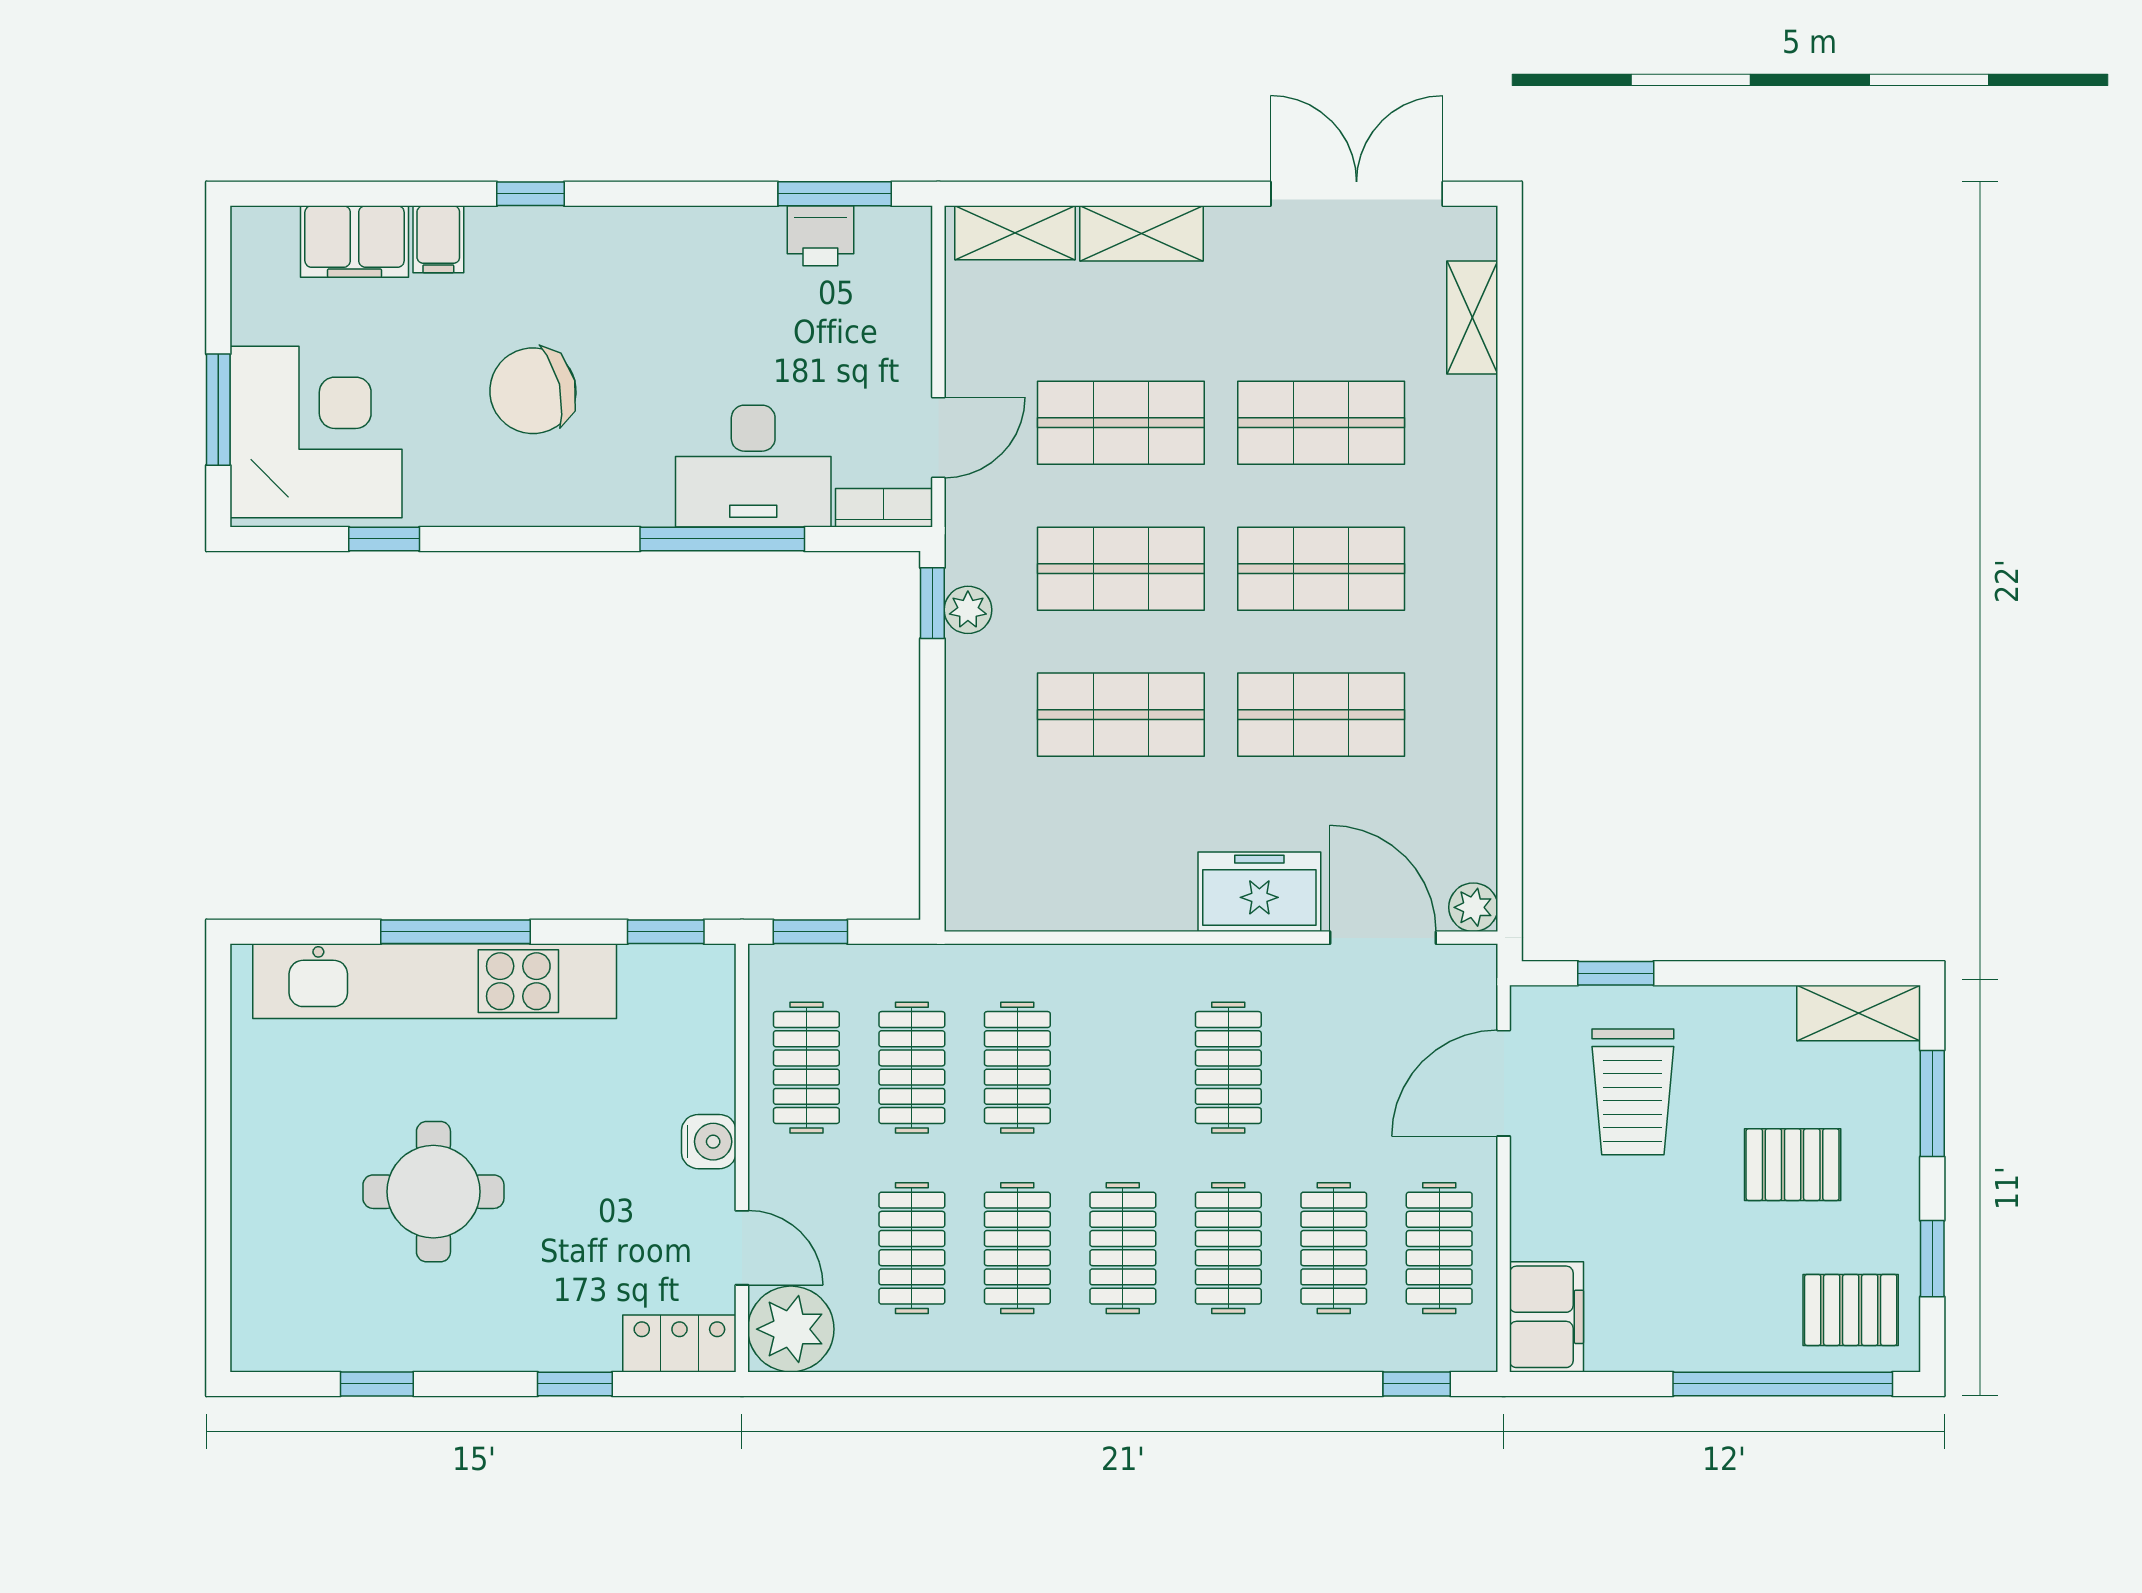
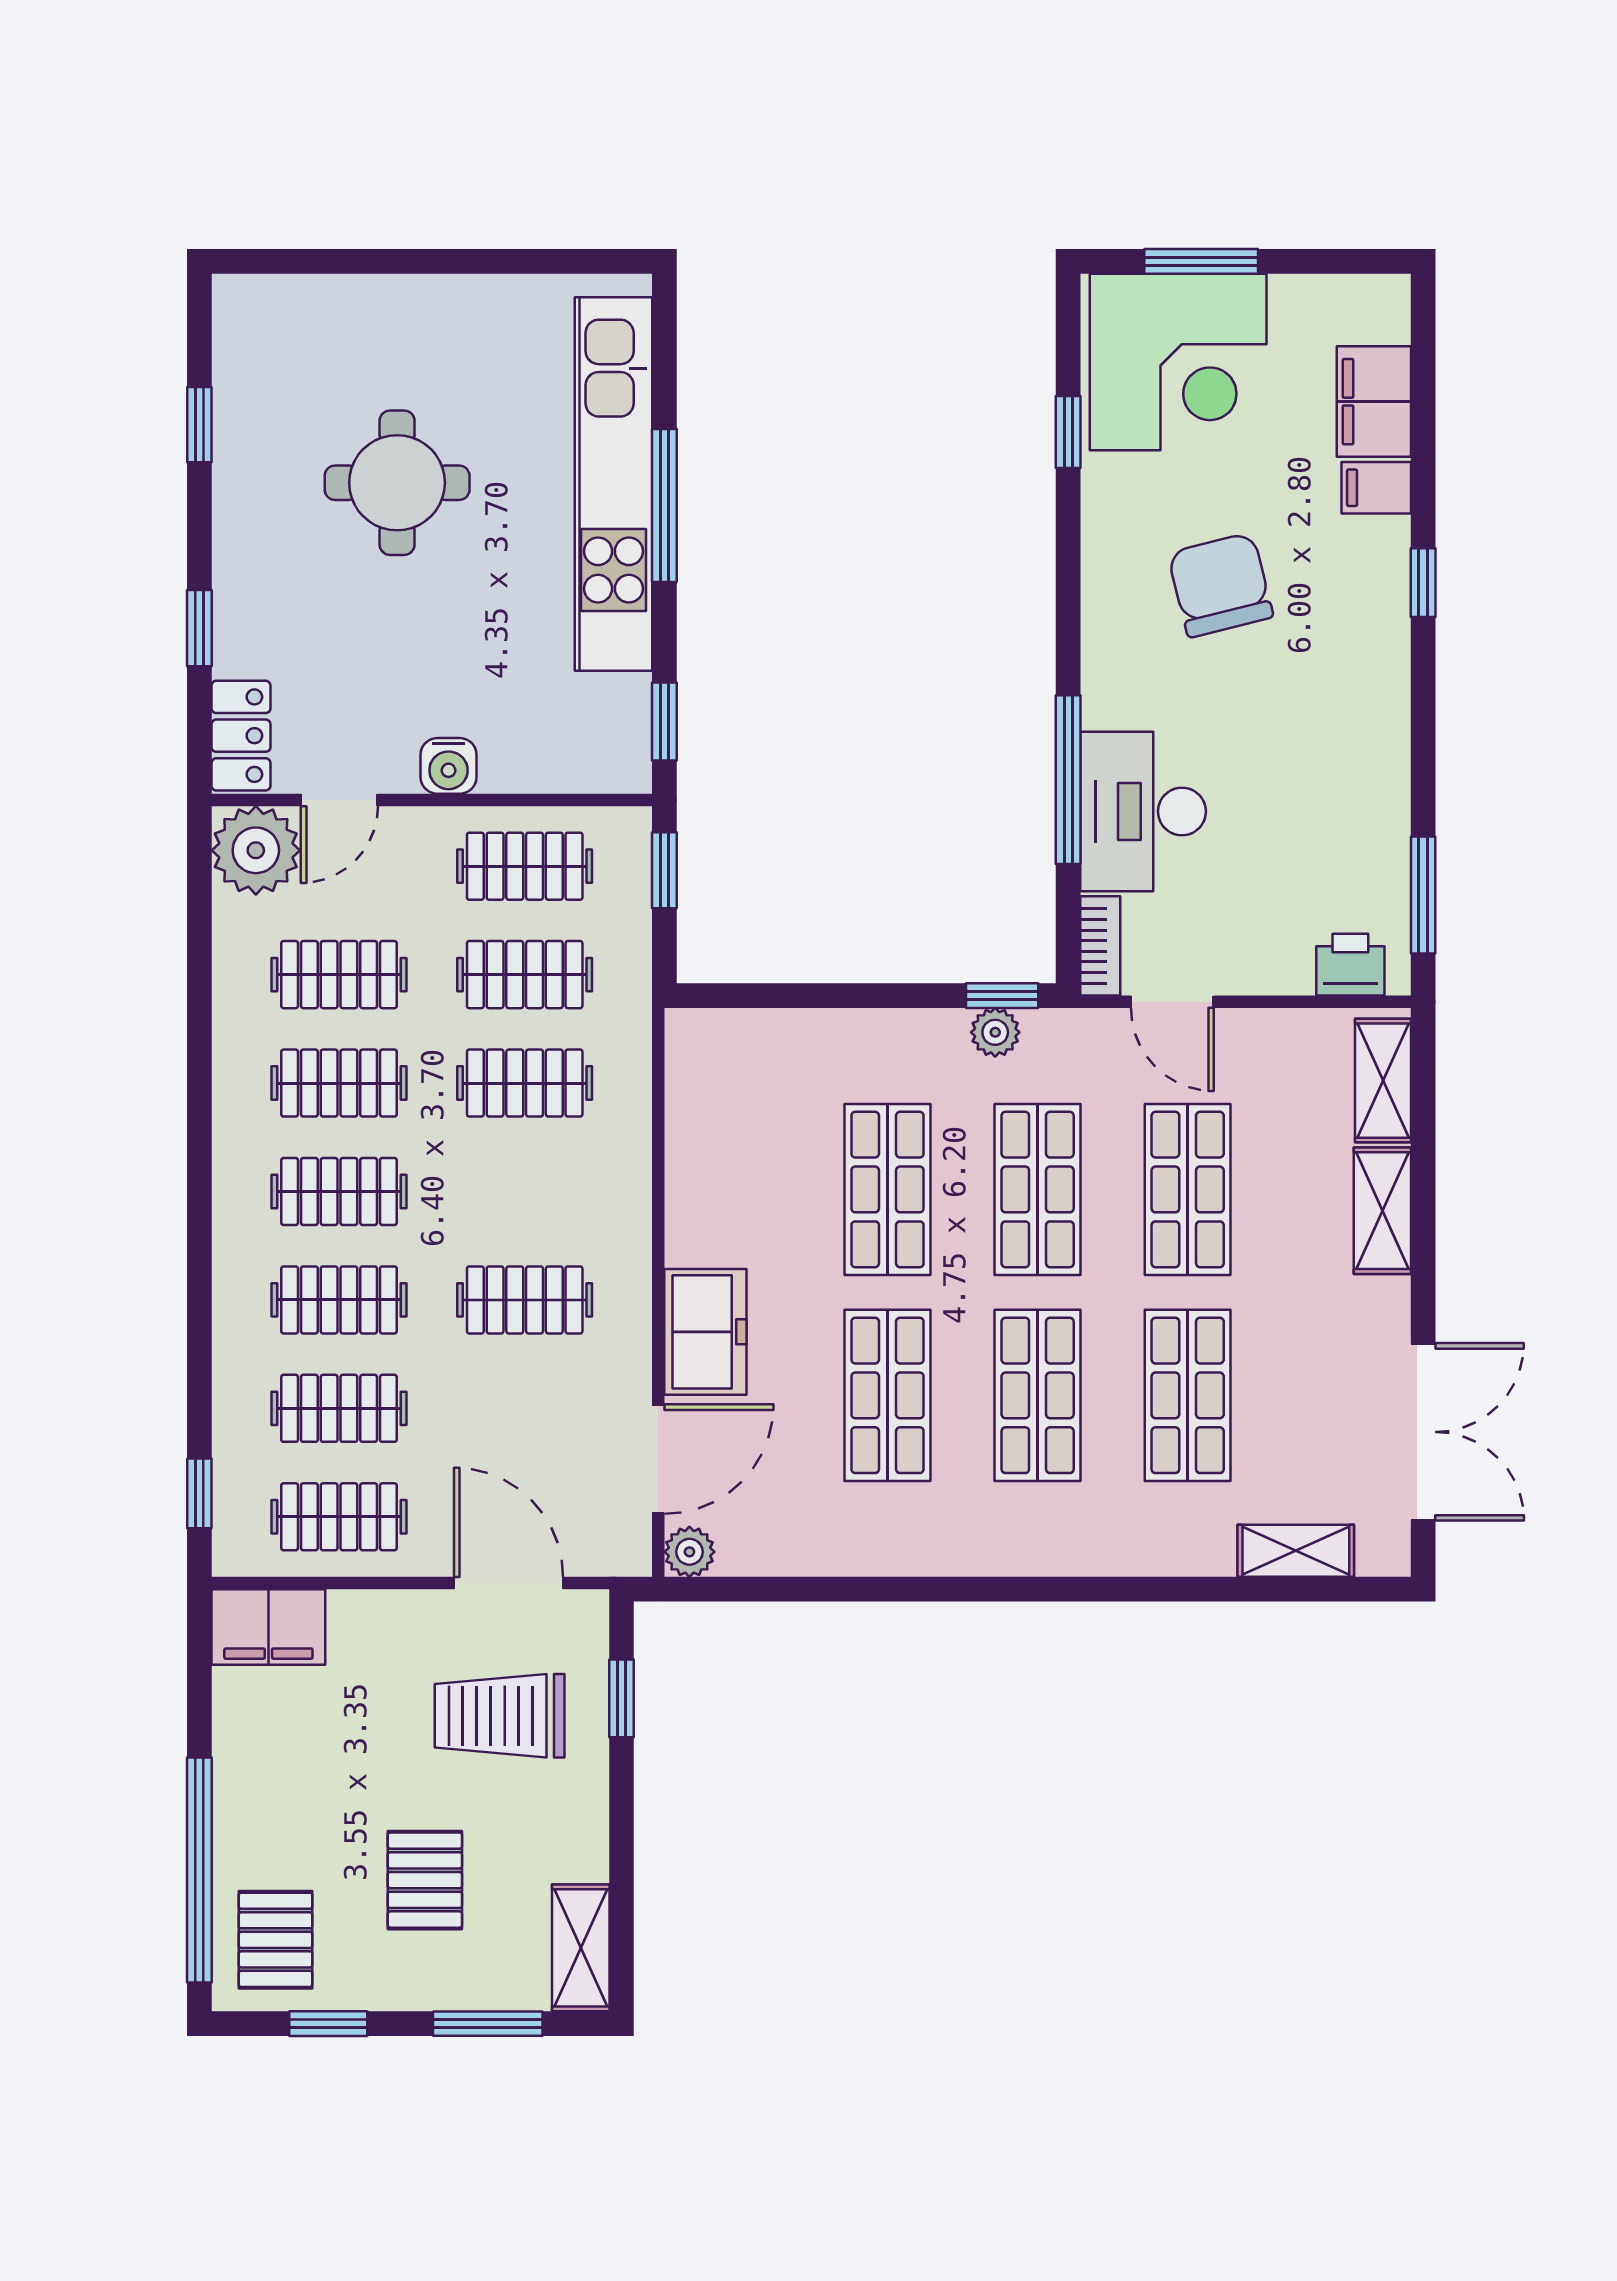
printer: (820, 236) -> (1350, 965), moved, turned 90

